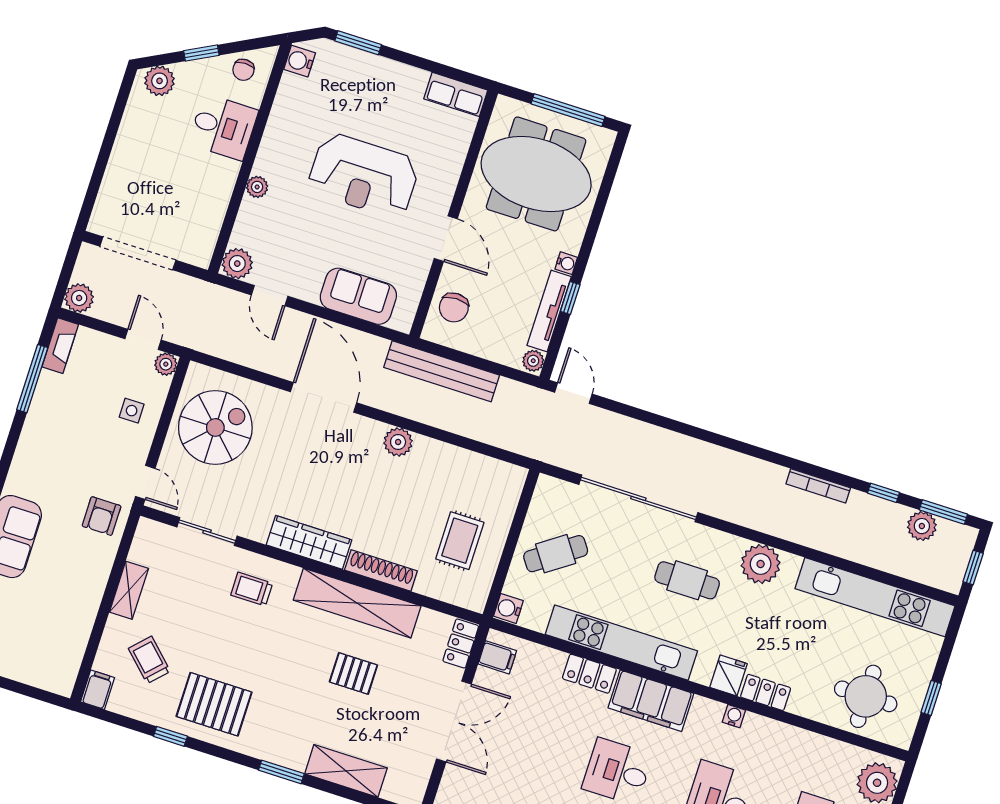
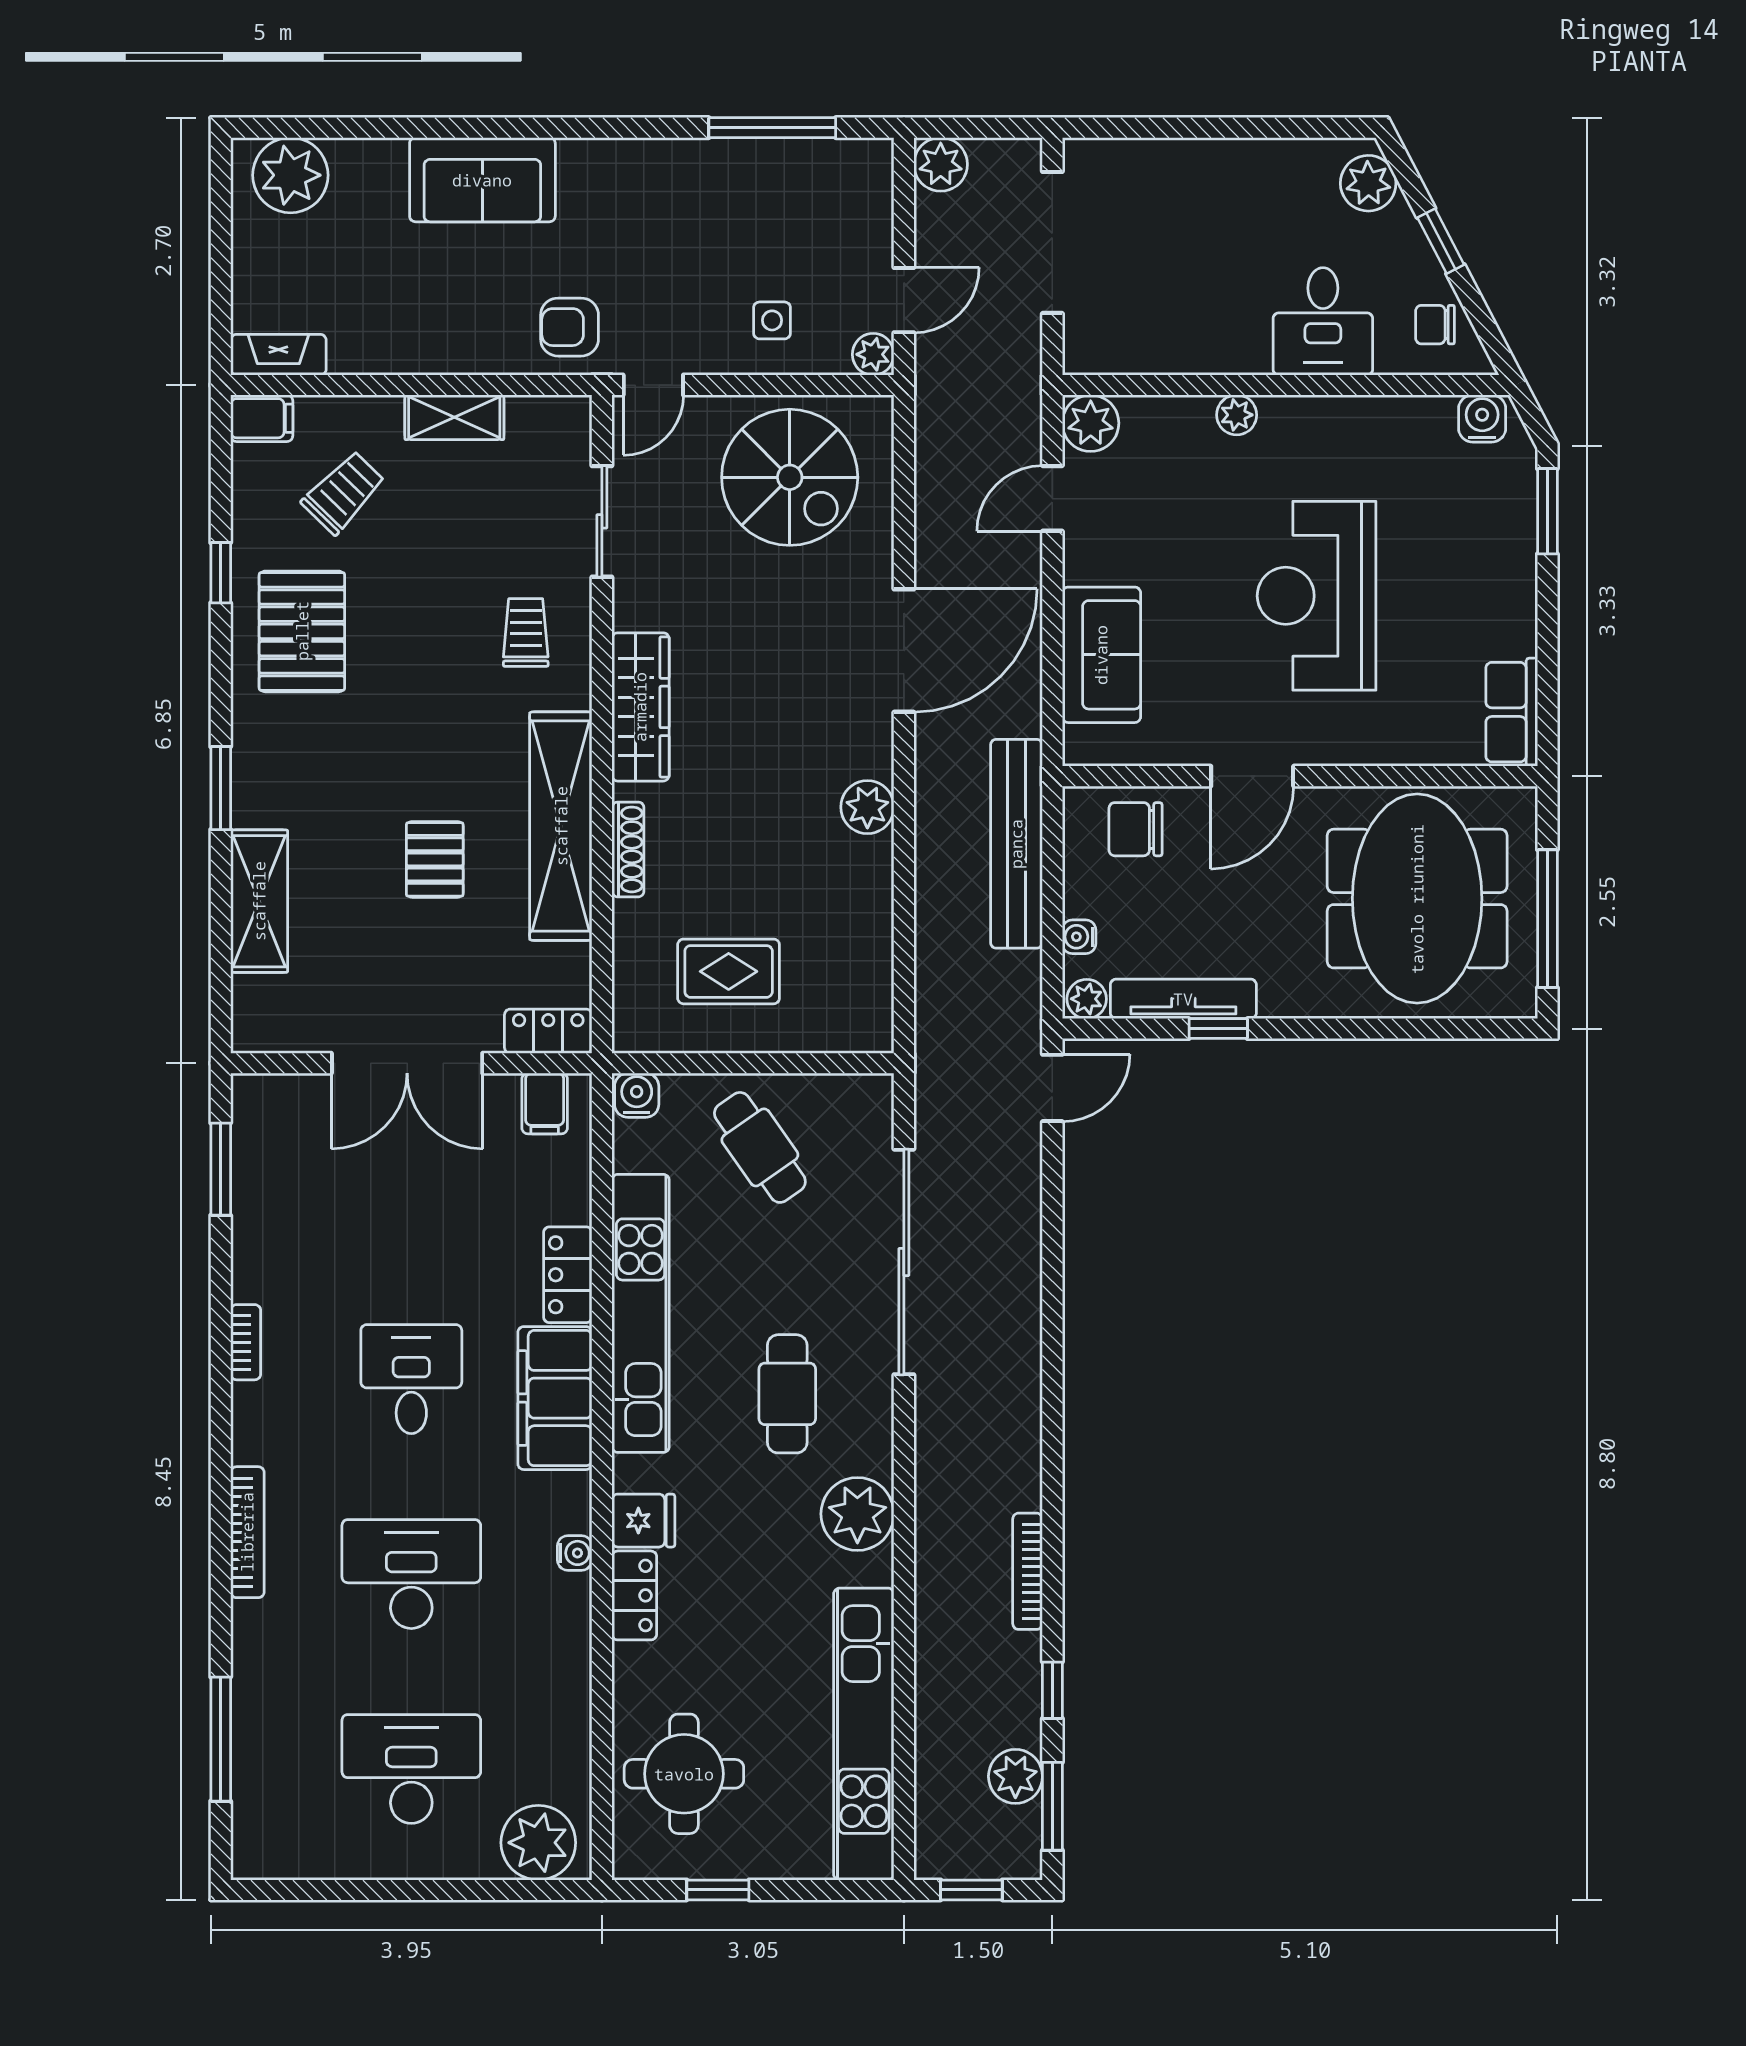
water cooler: (566, 263) -> (1079, 937), moved, turned 90
fireplace: (60, 346) -> (278, 355), moved, turned 180
shoe rack: (381, 570) -> (628, 849), width x0.74, depth x0.81

